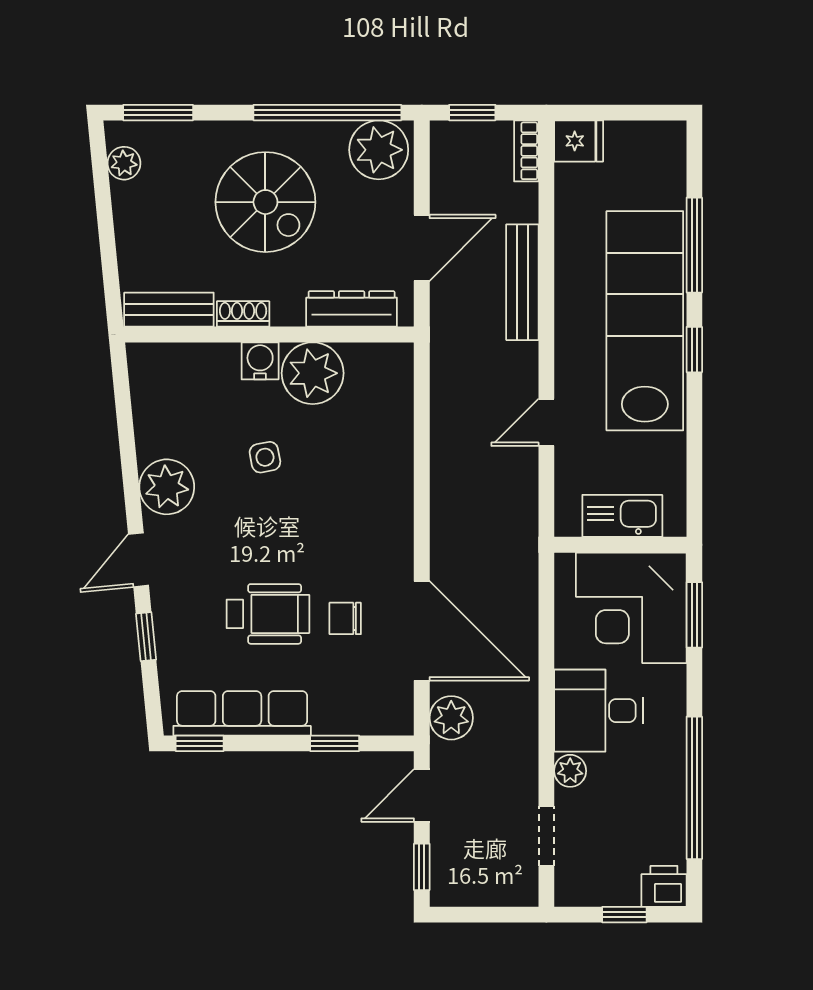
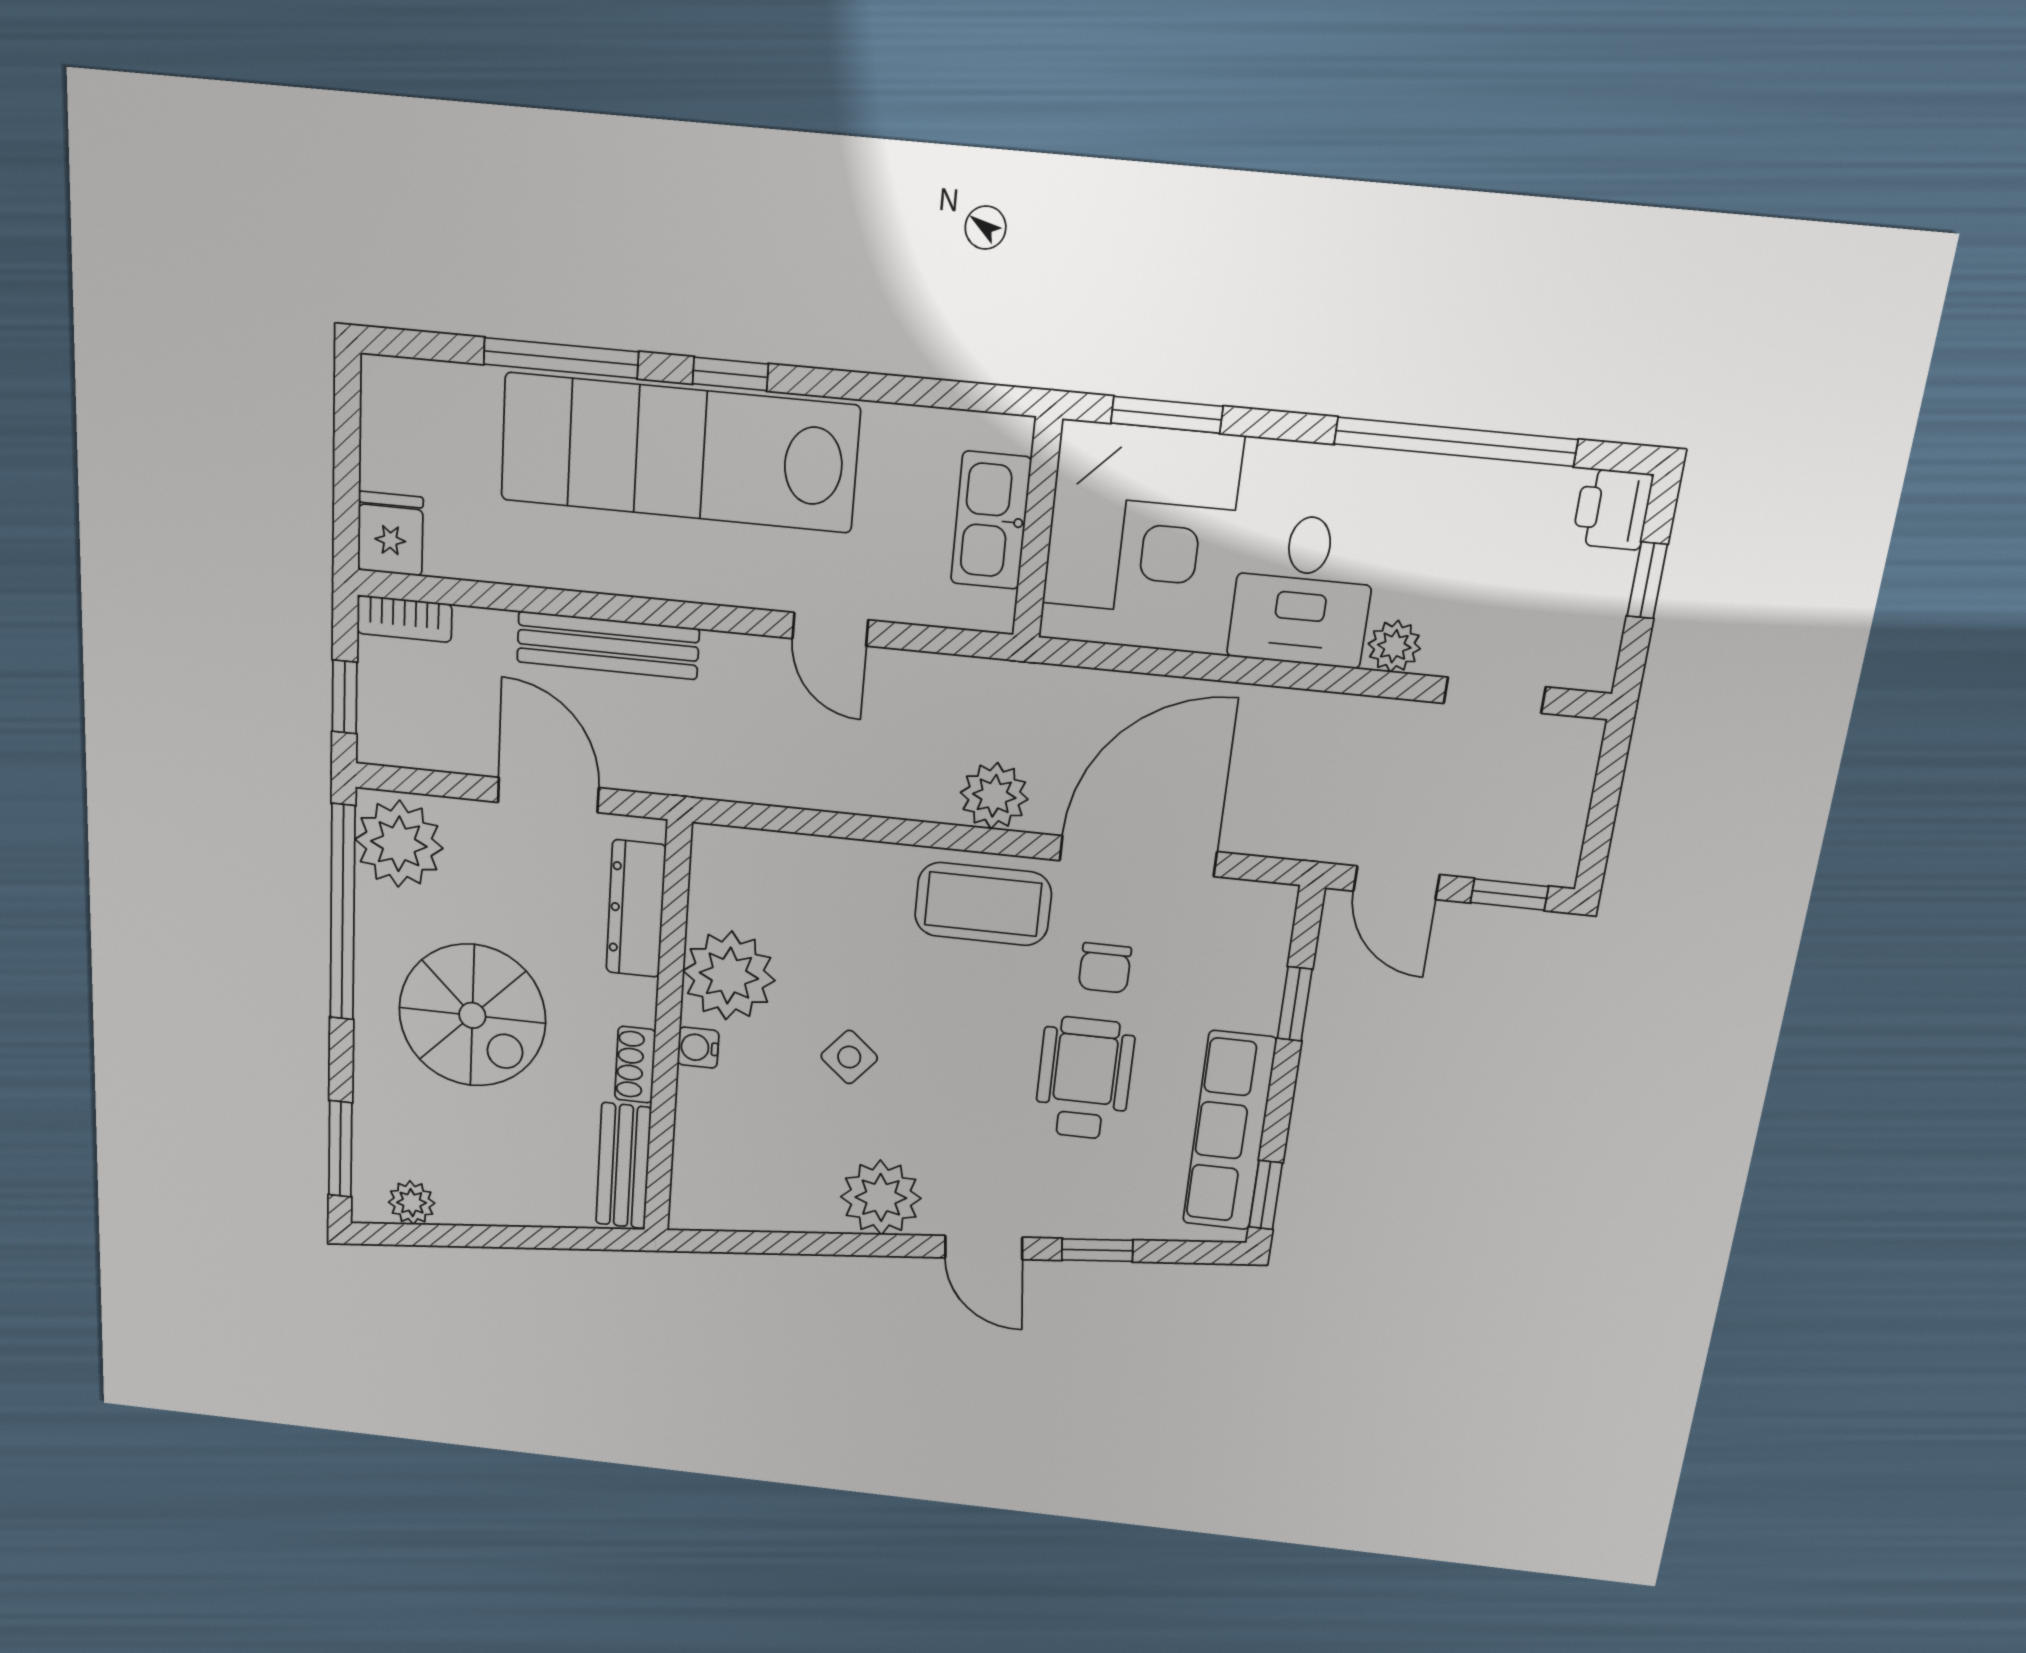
spiral stairs: (265, 202) -> (472, 1015), turned 90
water cooler: (260, 361) -> (698, 1048), width x0.72, depth x0.72
side table: (265, 457) -> (849, 1057), turned -38
coffee table: (379, 535) -> (983, 904), added
plant: (451, 718) -> (994, 796), moved

